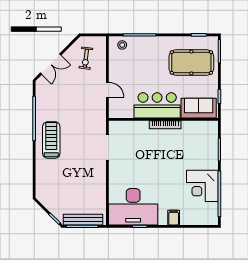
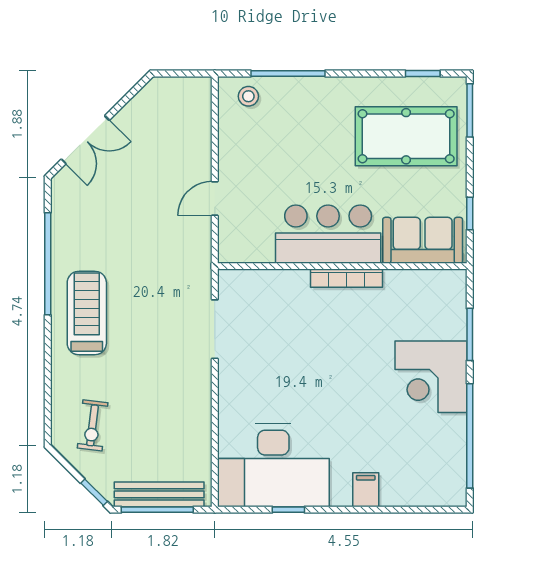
exercise bike: (86, 58) -> (93, 425), moved
door: (107, 90) -> (215, 199), swing flipped
corner desk: (202, 186) -> (431, 377), moved

